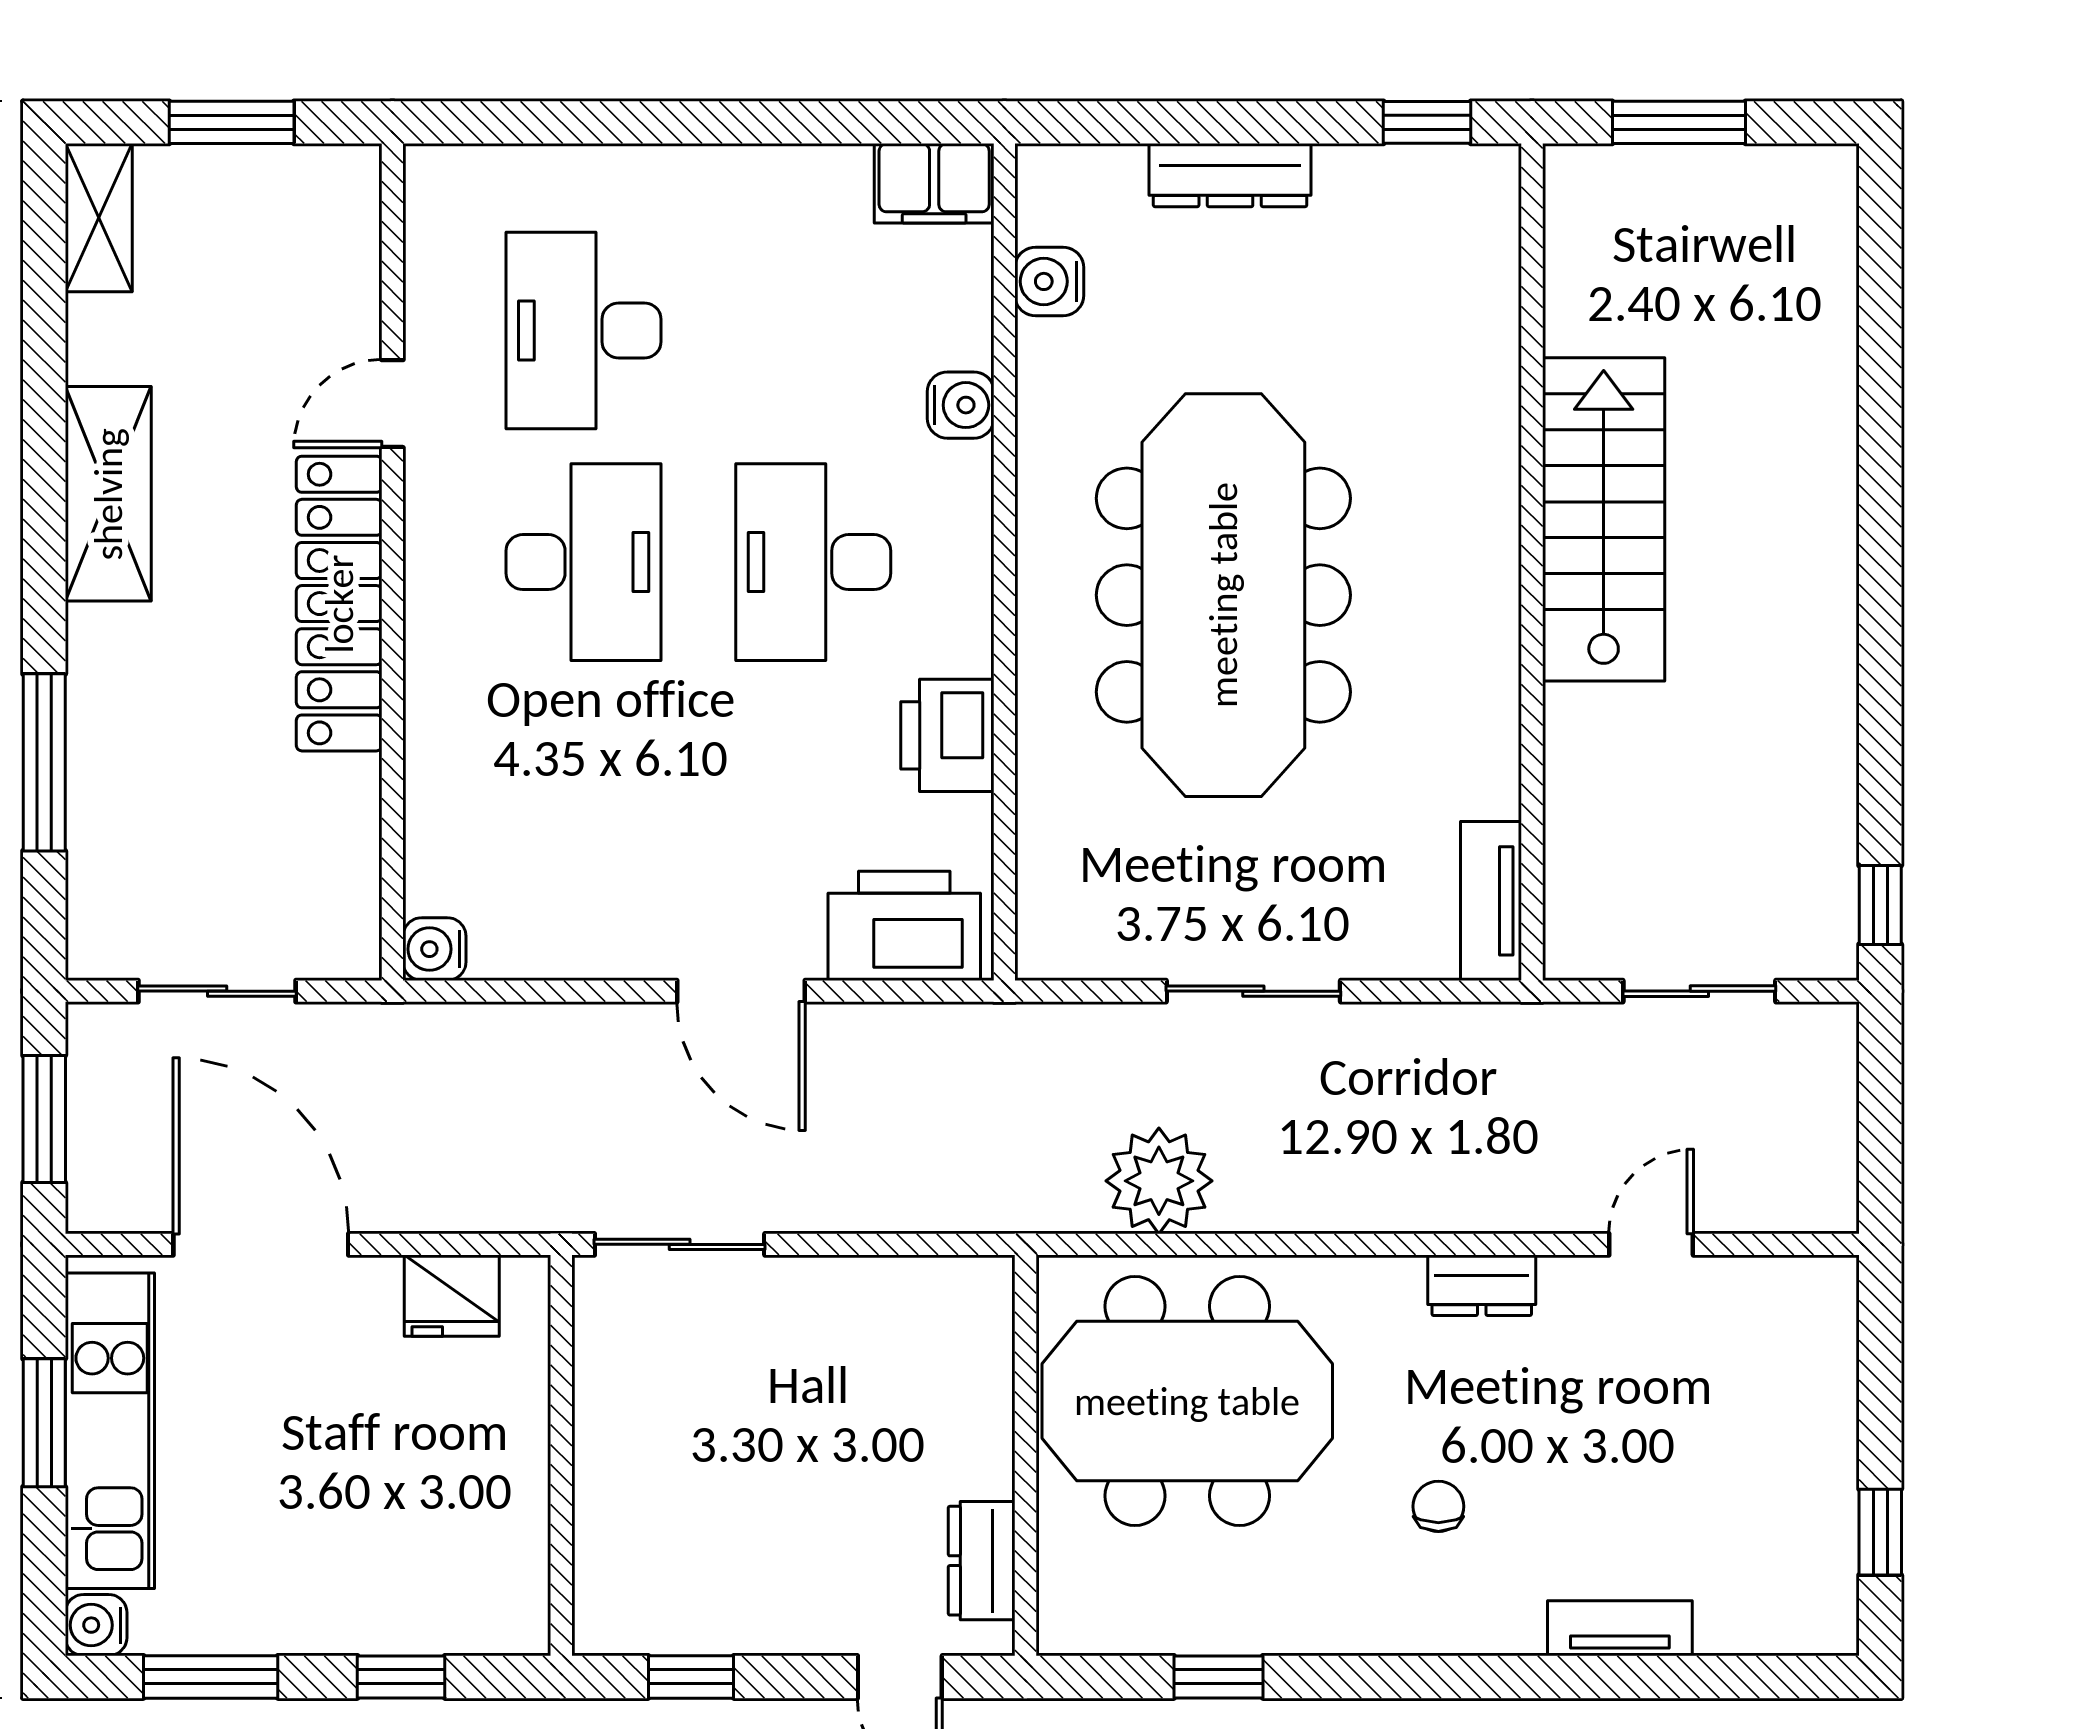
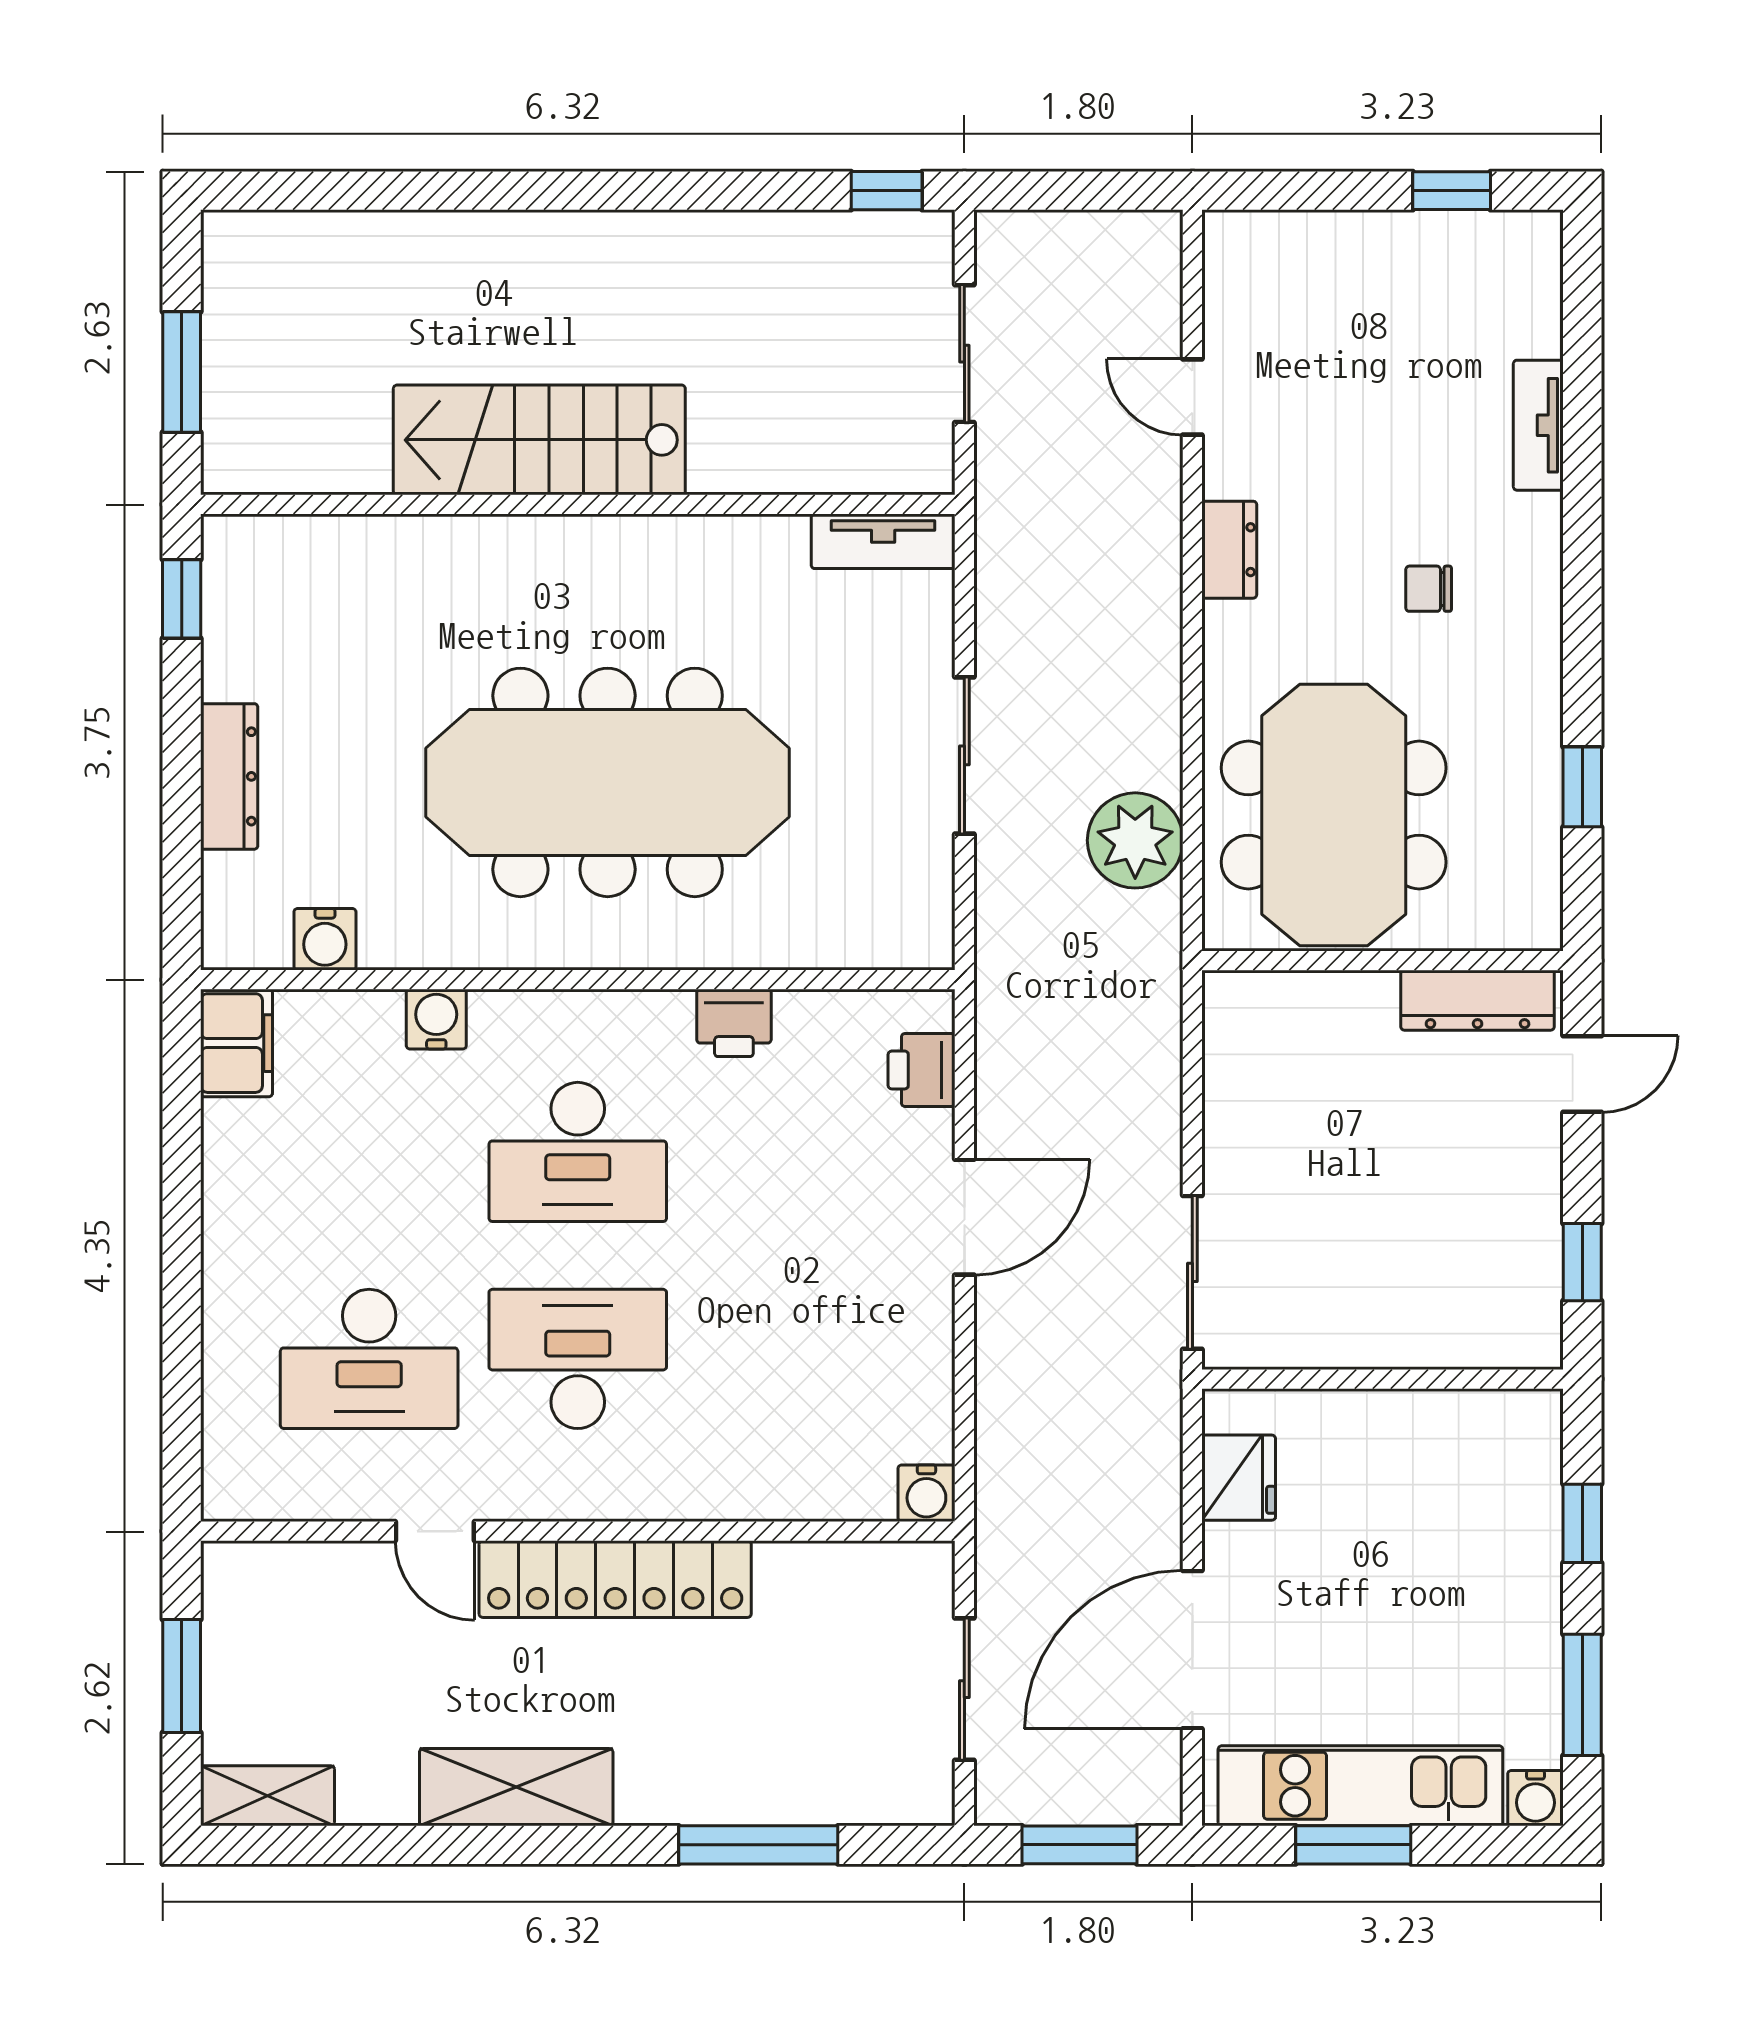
printer: (947, 735) -> (734, 1023), width x0.73, depth x0.81
printer: (904, 926) -> (922, 1070), width x0.53, depth x0.68
dresser: (982, 1561) -> (1478, 1000), width x1.44

